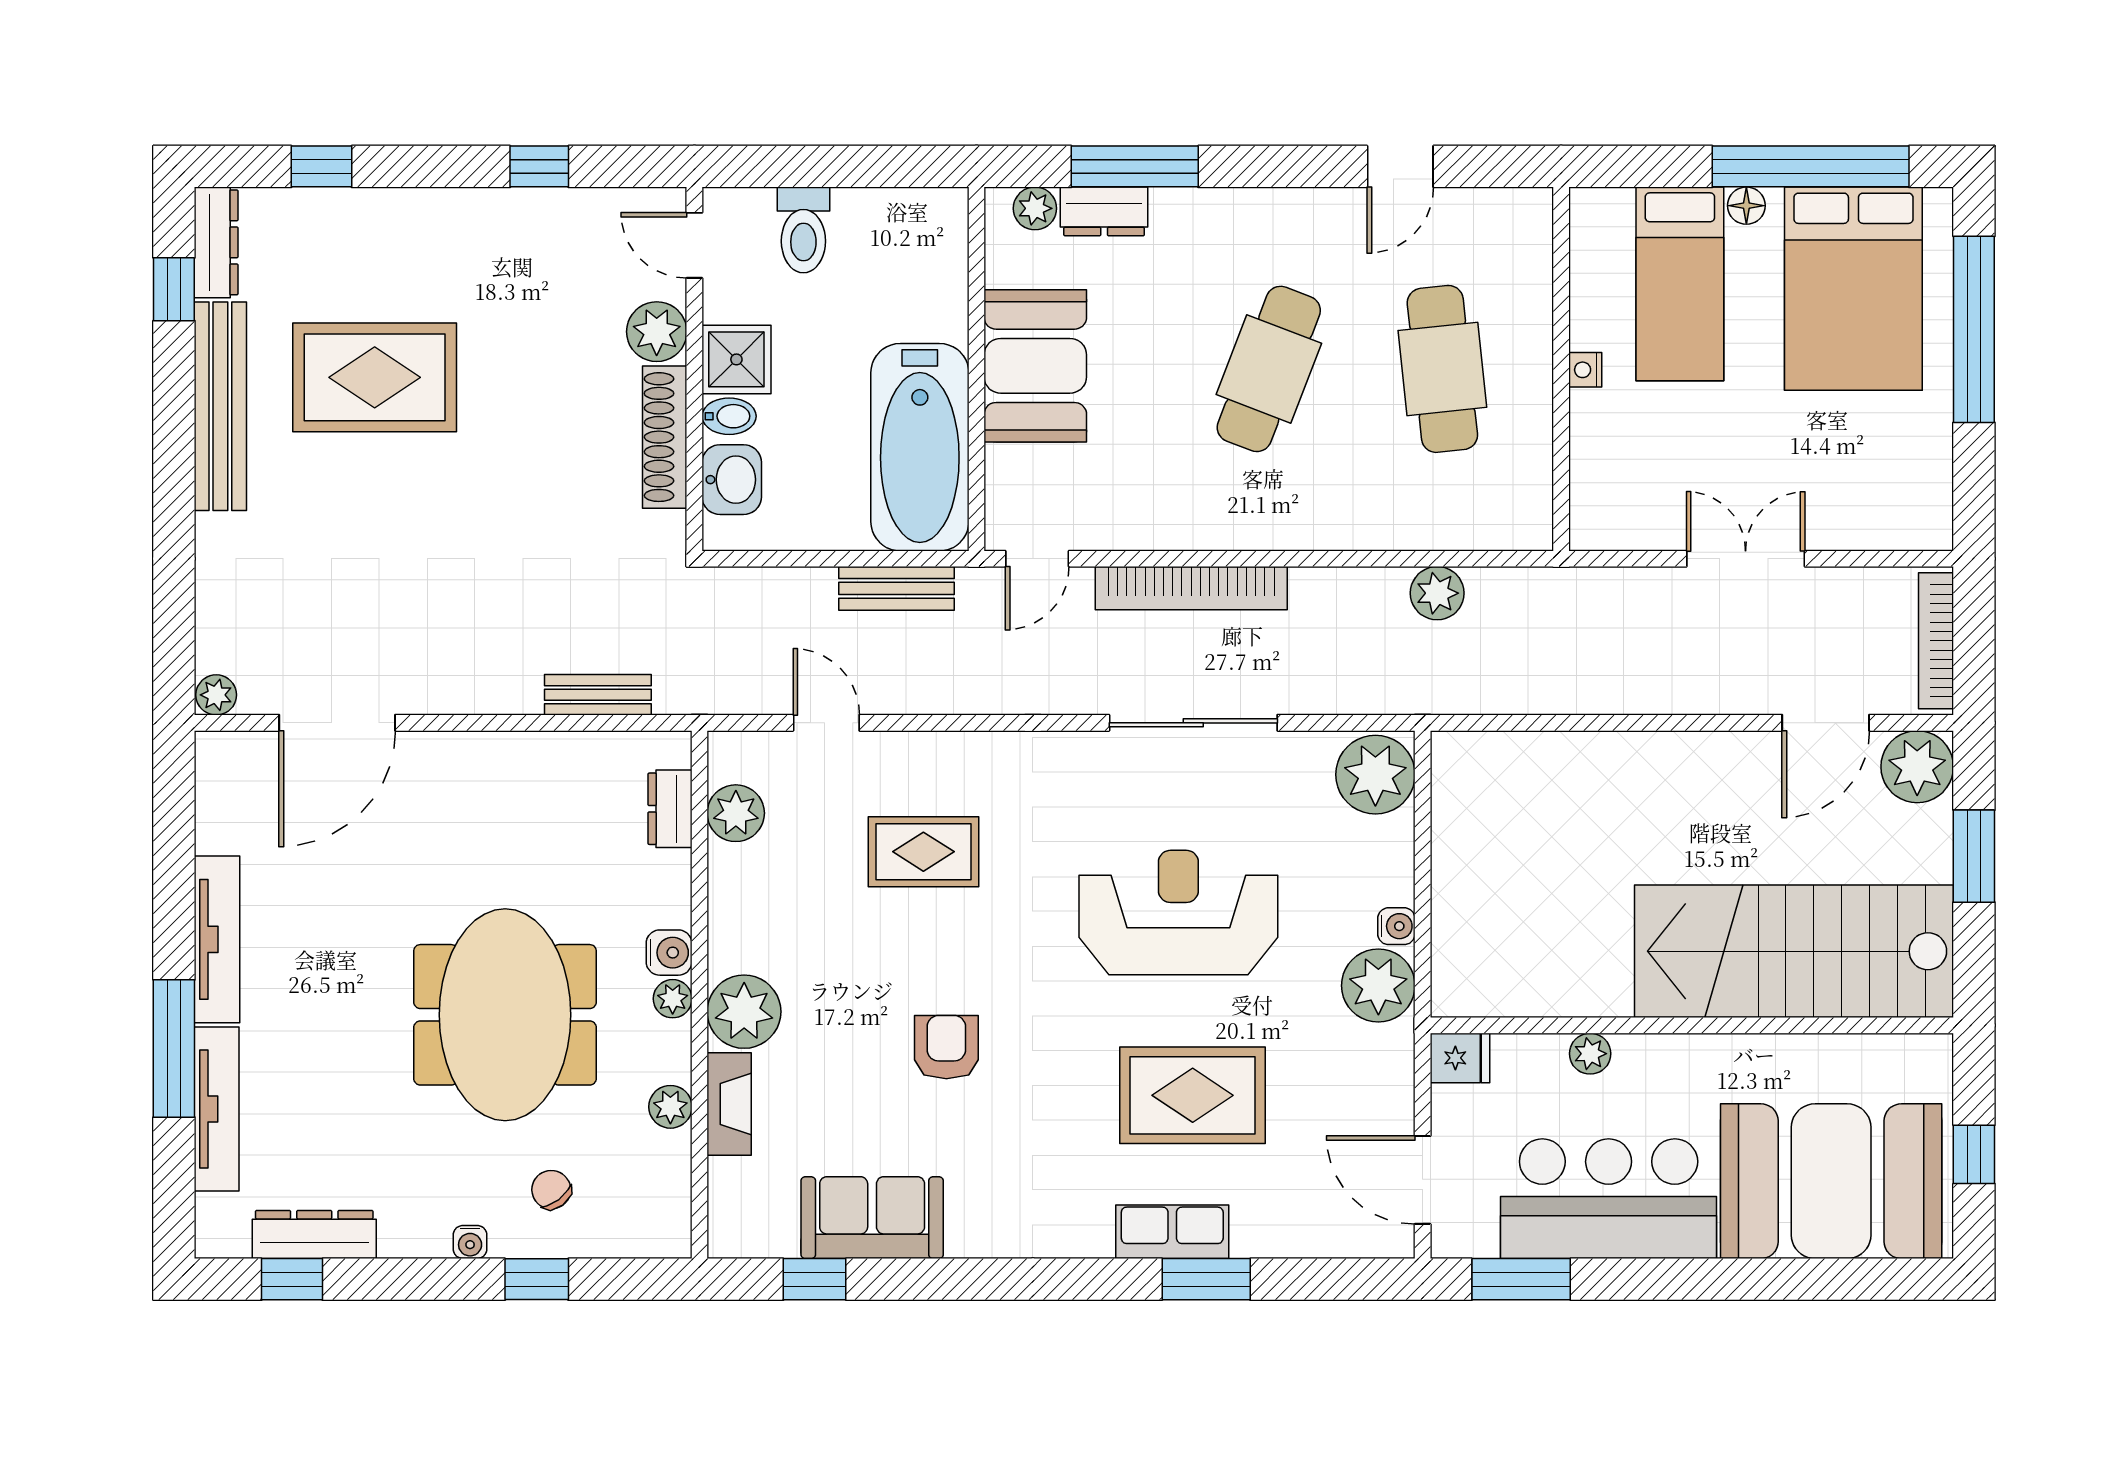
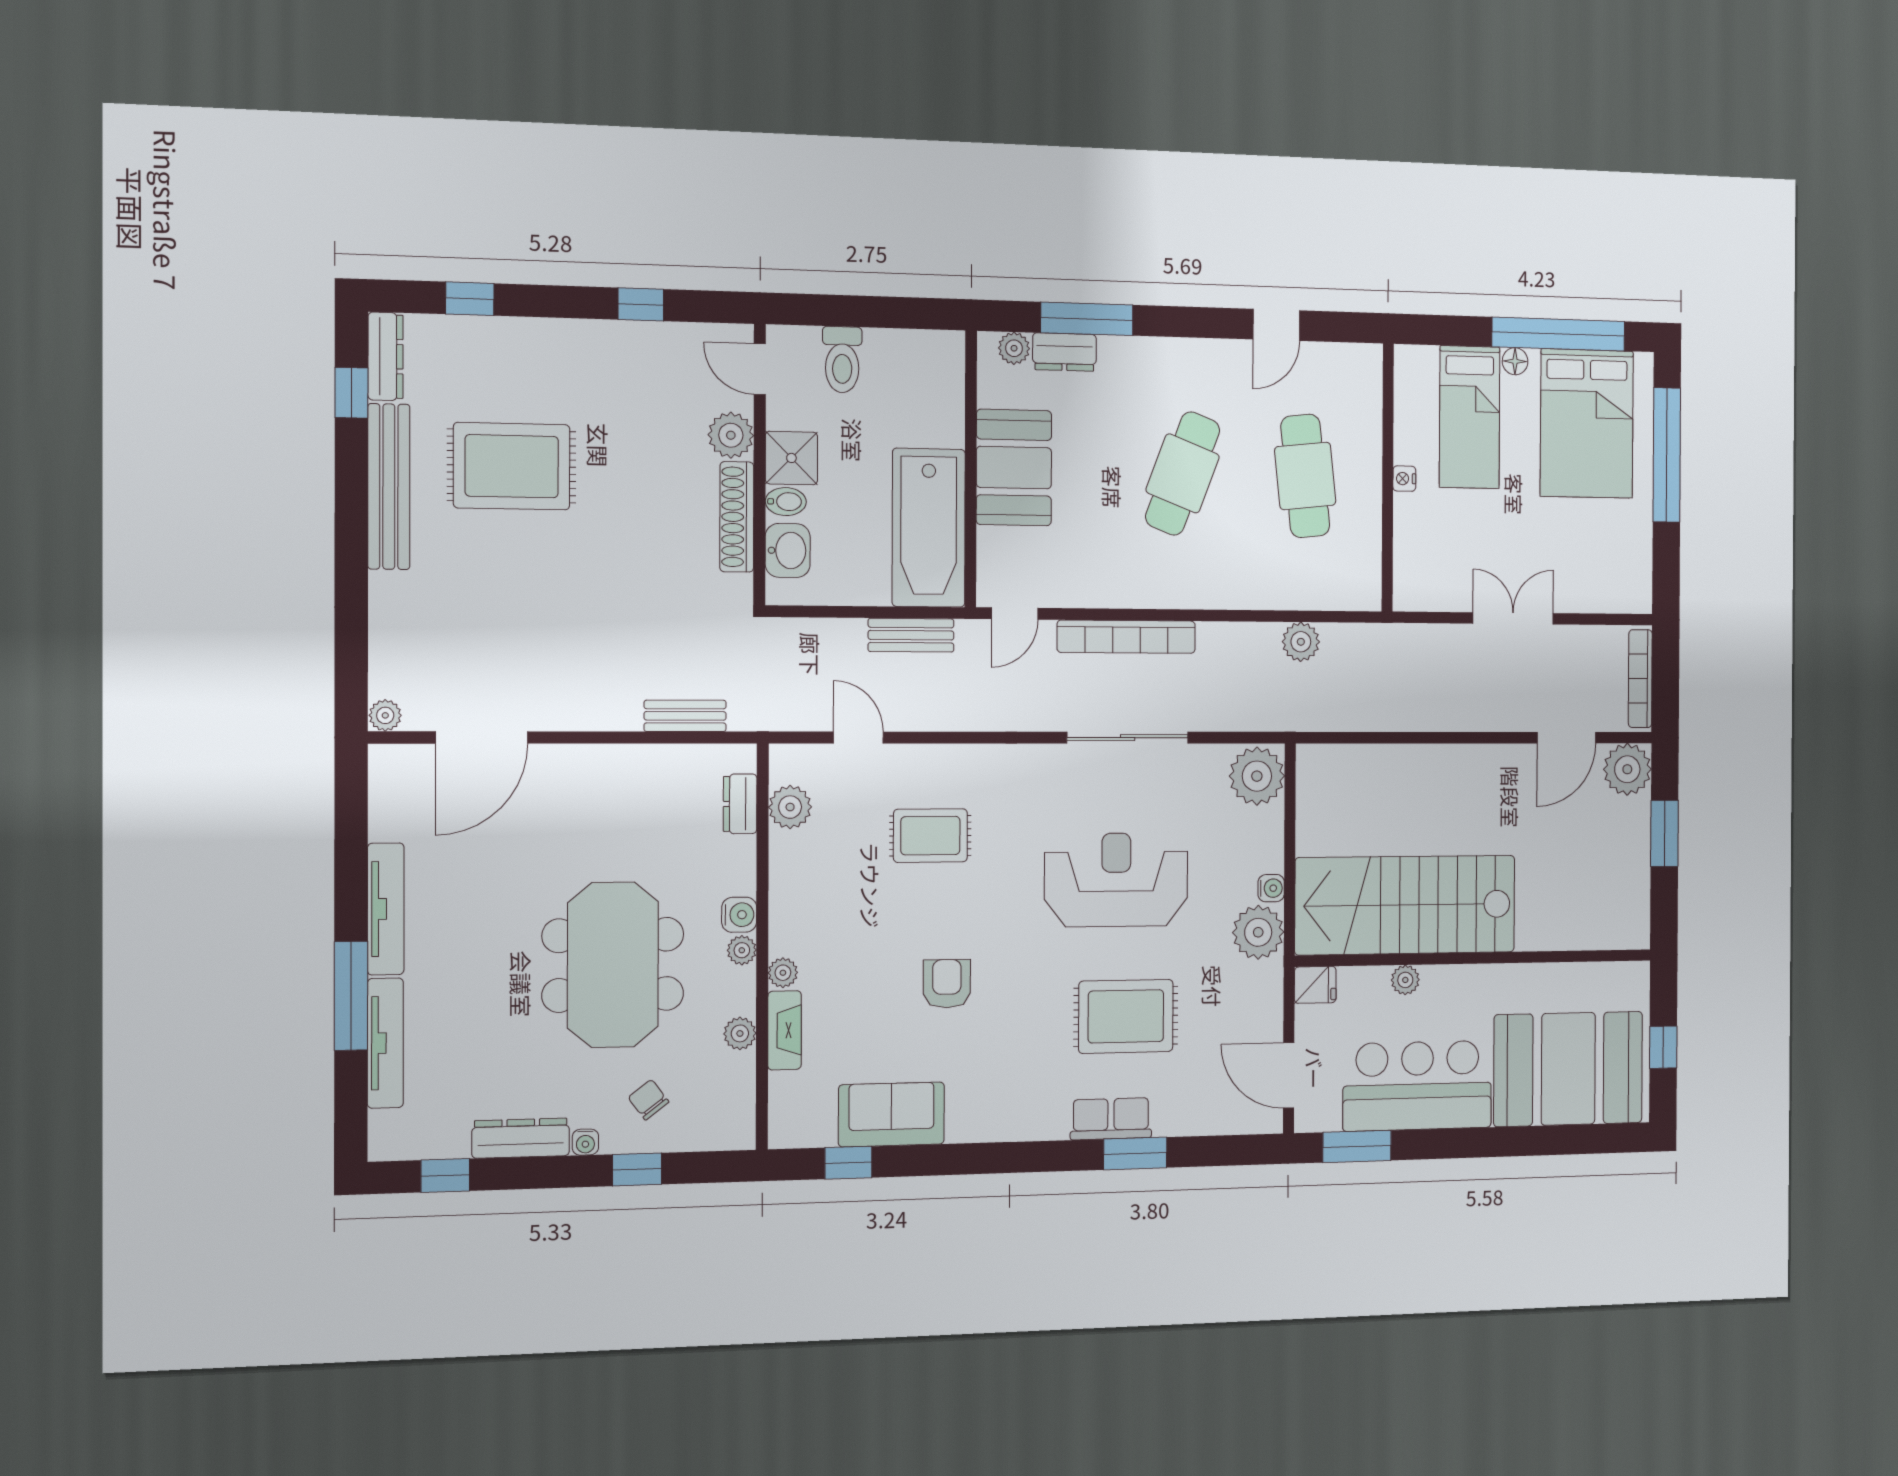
stairs: (1794, 951) -> (1405, 905), moved
plant: (744, 1012) -> (783, 973), width x0.53, depth x0.53
dresser: (314, 1235) -> (521, 1138), moved

